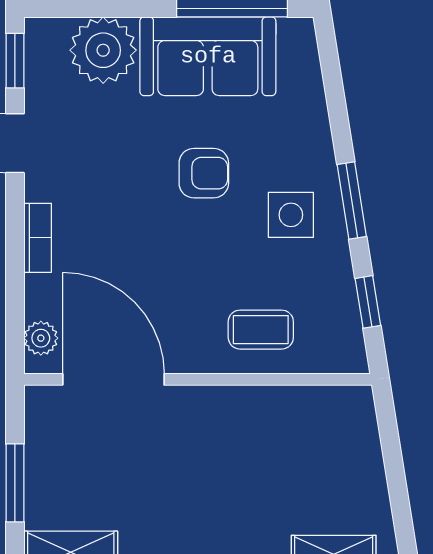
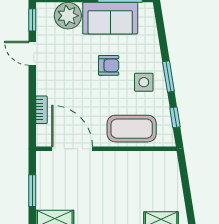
bookcase: (38, 238) -> (41, 110), moved
coffee table: (261, 330) -> (132, 129), width x1.86, depth x1.72
plant: (41, 338) -> (43, 132), removed

